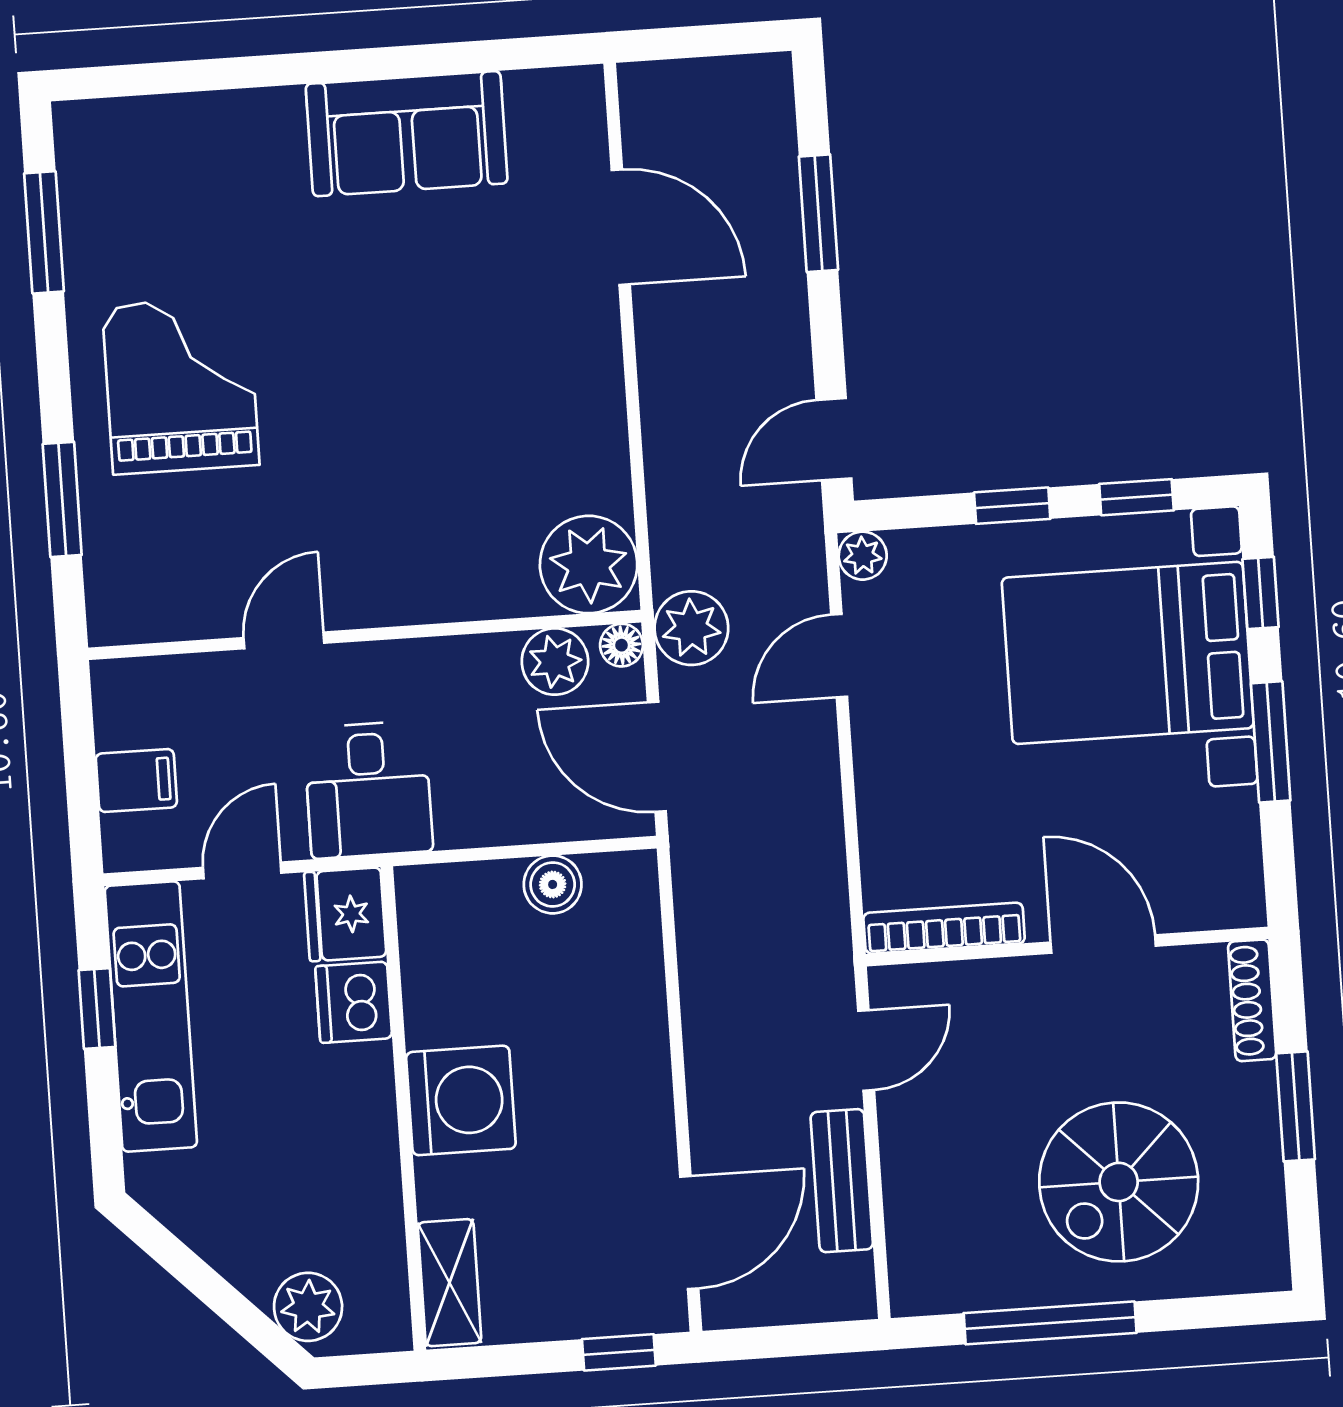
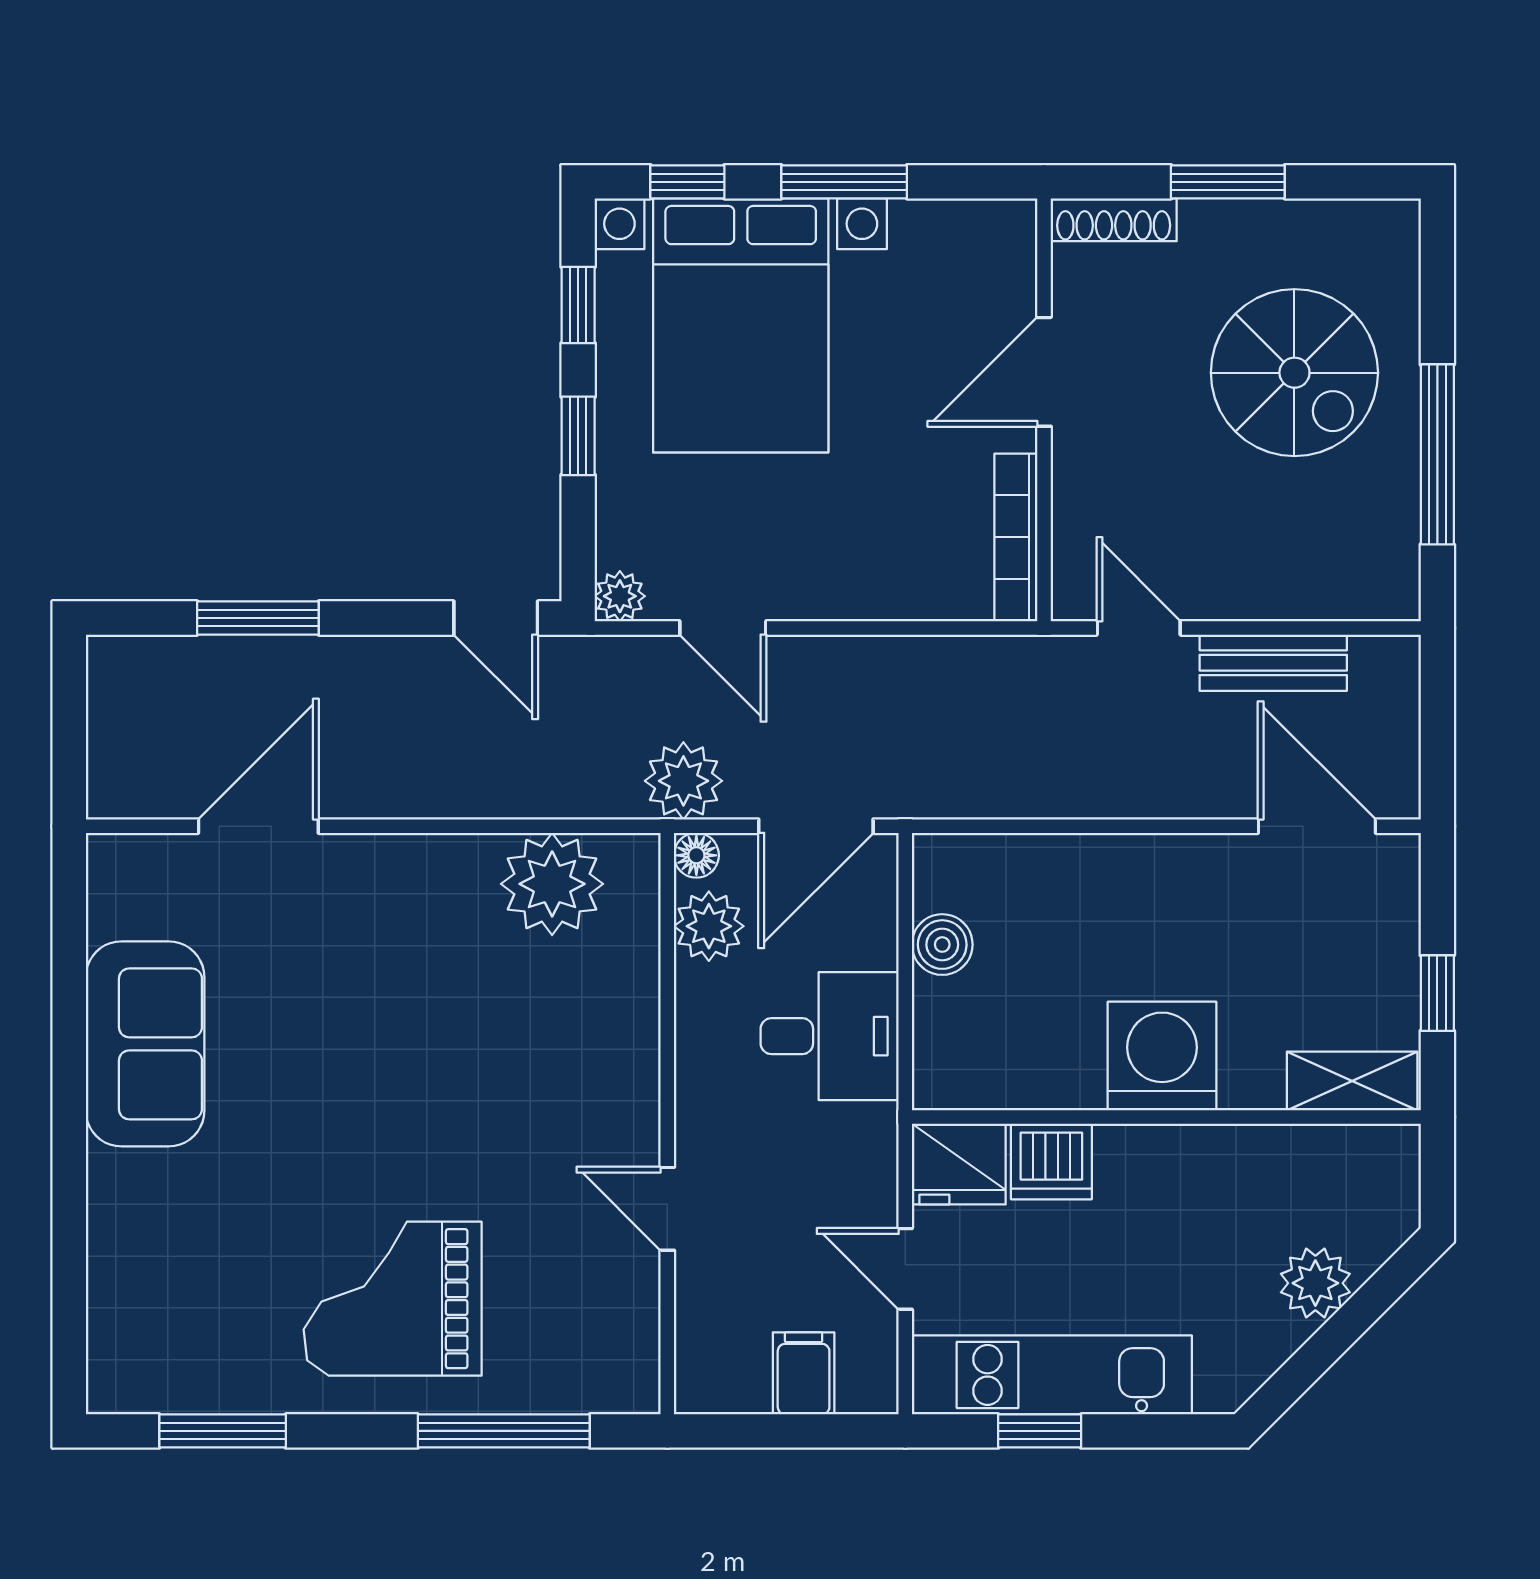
window: (62, 499) -> (504, 1431), width x1.44
plant: (589, 565) -> (552, 884), moved
desk: (368, 790) -> (830, 1036), moved
plant: (308, 1307) -> (1315, 1283), moved
window: (619, 1352) -> (1437, 993), moved

